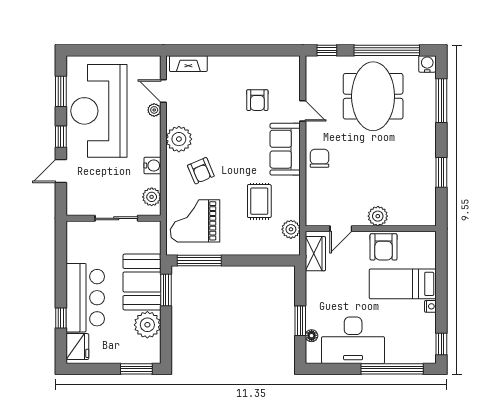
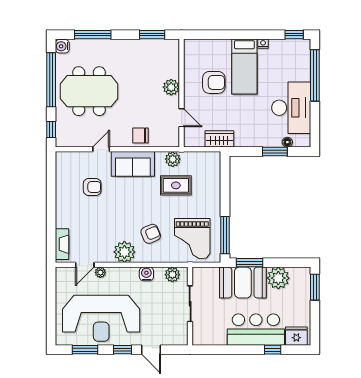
plant: (378, 216) -> (171, 87), moved
plant: (291, 229) -> (173, 159), moved
door: (341, 229) -> (182, 118), moved
wall: (371, 229) -> (182, 93), moved

